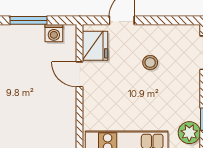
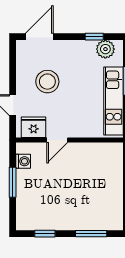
stool: (150, 63) -> (47, 82), width x1.89, depth x1.89

